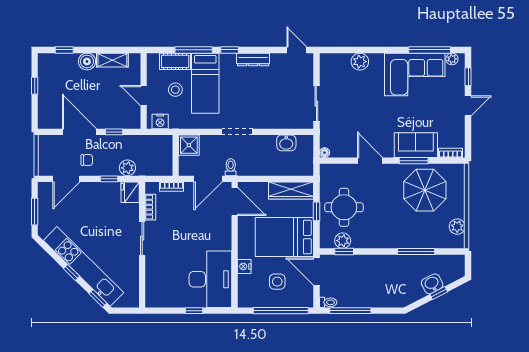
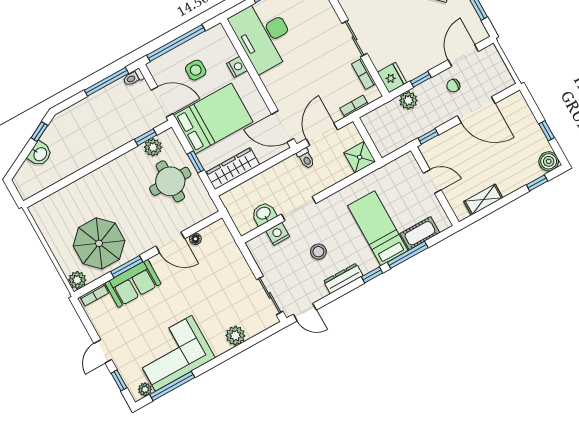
boiler: (87, 61) -> (549, 161), moved
stool: (175, 90) -> (318, 252), moved
sliding door: (316, 104) -> (270, 295), moved
nightstand: (160, 121) -> (278, 234), moved
window: (114, 132) -> (428, 136), moved
doorway: (237, 132) -> (299, 209), moved
floor lamp: (325, 153) -> (195, 239), moved
plant: (457, 227) -> (77, 280), moved
window: (416, 252) -> (74, 177), removed
window: (439, 293) -> (39, 132), moved

